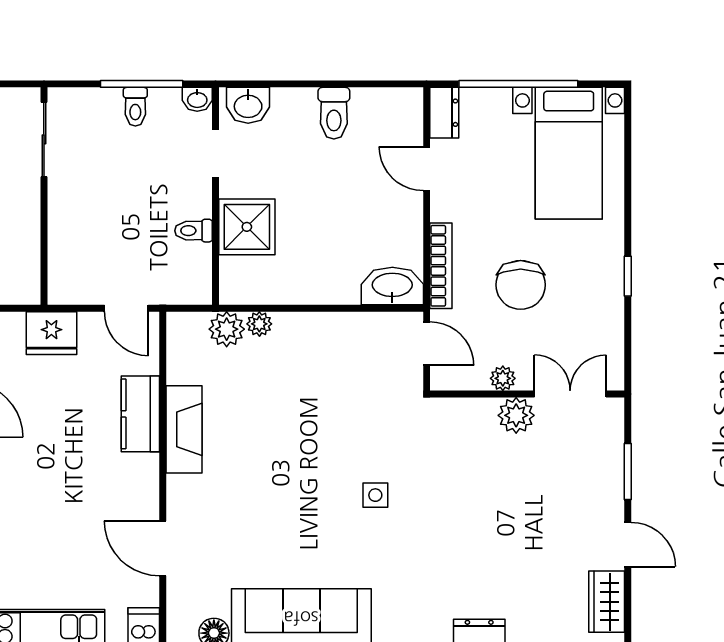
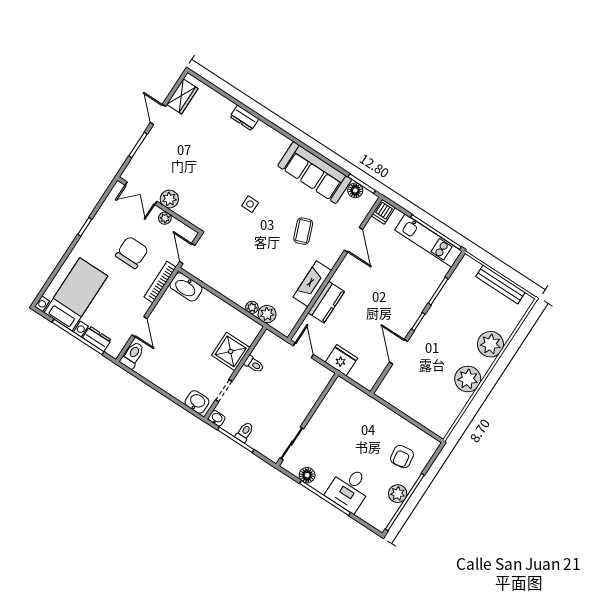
toilet: (334, 113) -> (132, 355), moved
dresser: (444, 113) -> (97, 339), moved, turned 90
coffee table: (257, 508) -> (303, 231), added

